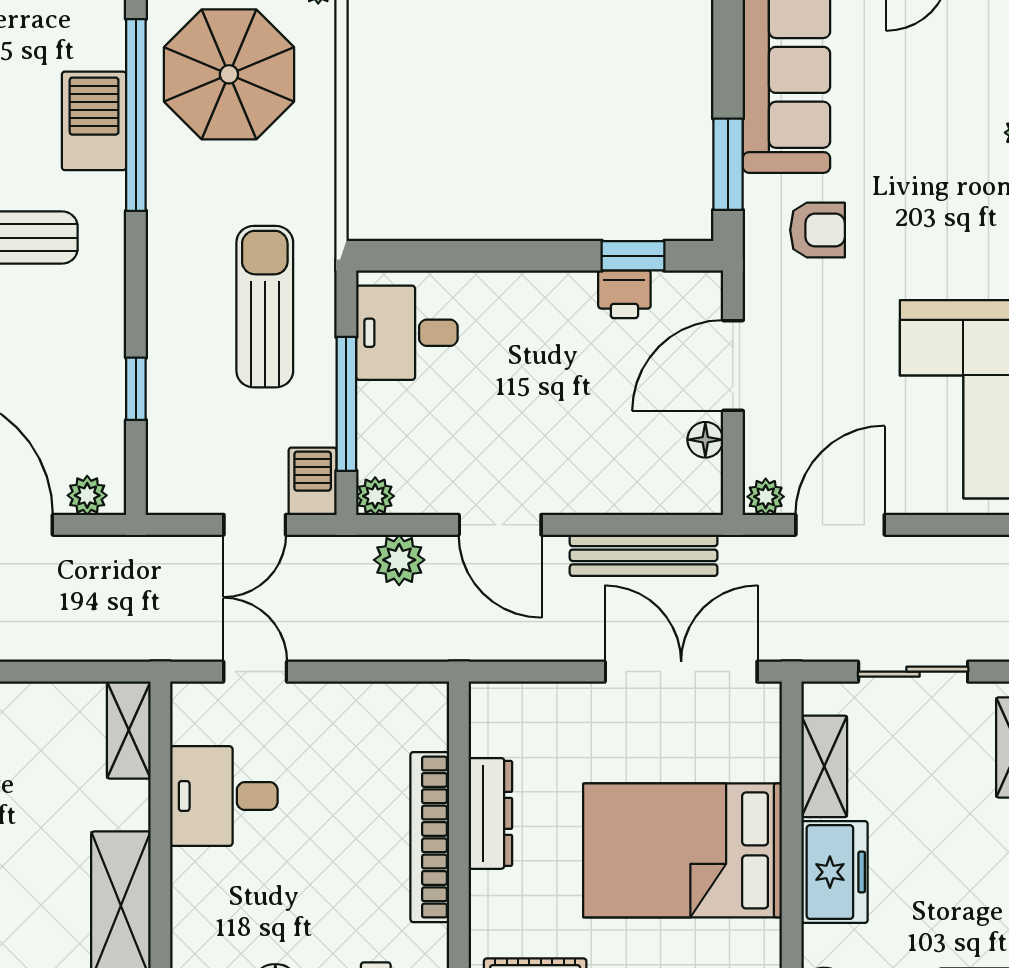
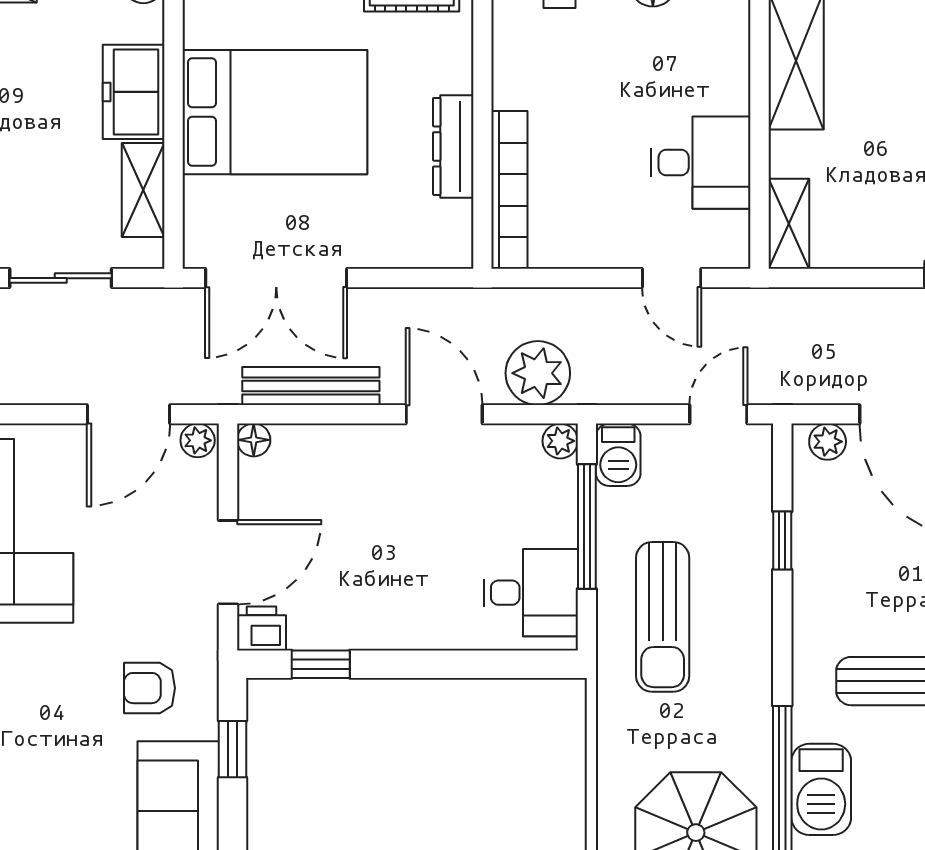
window: (728, 164) -> (233, 749), width x0.67
printer: (624, 294) -> (261, 628), moved
floor lamp: (705, 440) -> (254, 440), moved
door: (255, 525) -> (718, 414), moved
plant: (399, 560) -> (538, 373), width x1.36, depth x1.36
bookcase: (430, 837) -> (509, 190), moved

